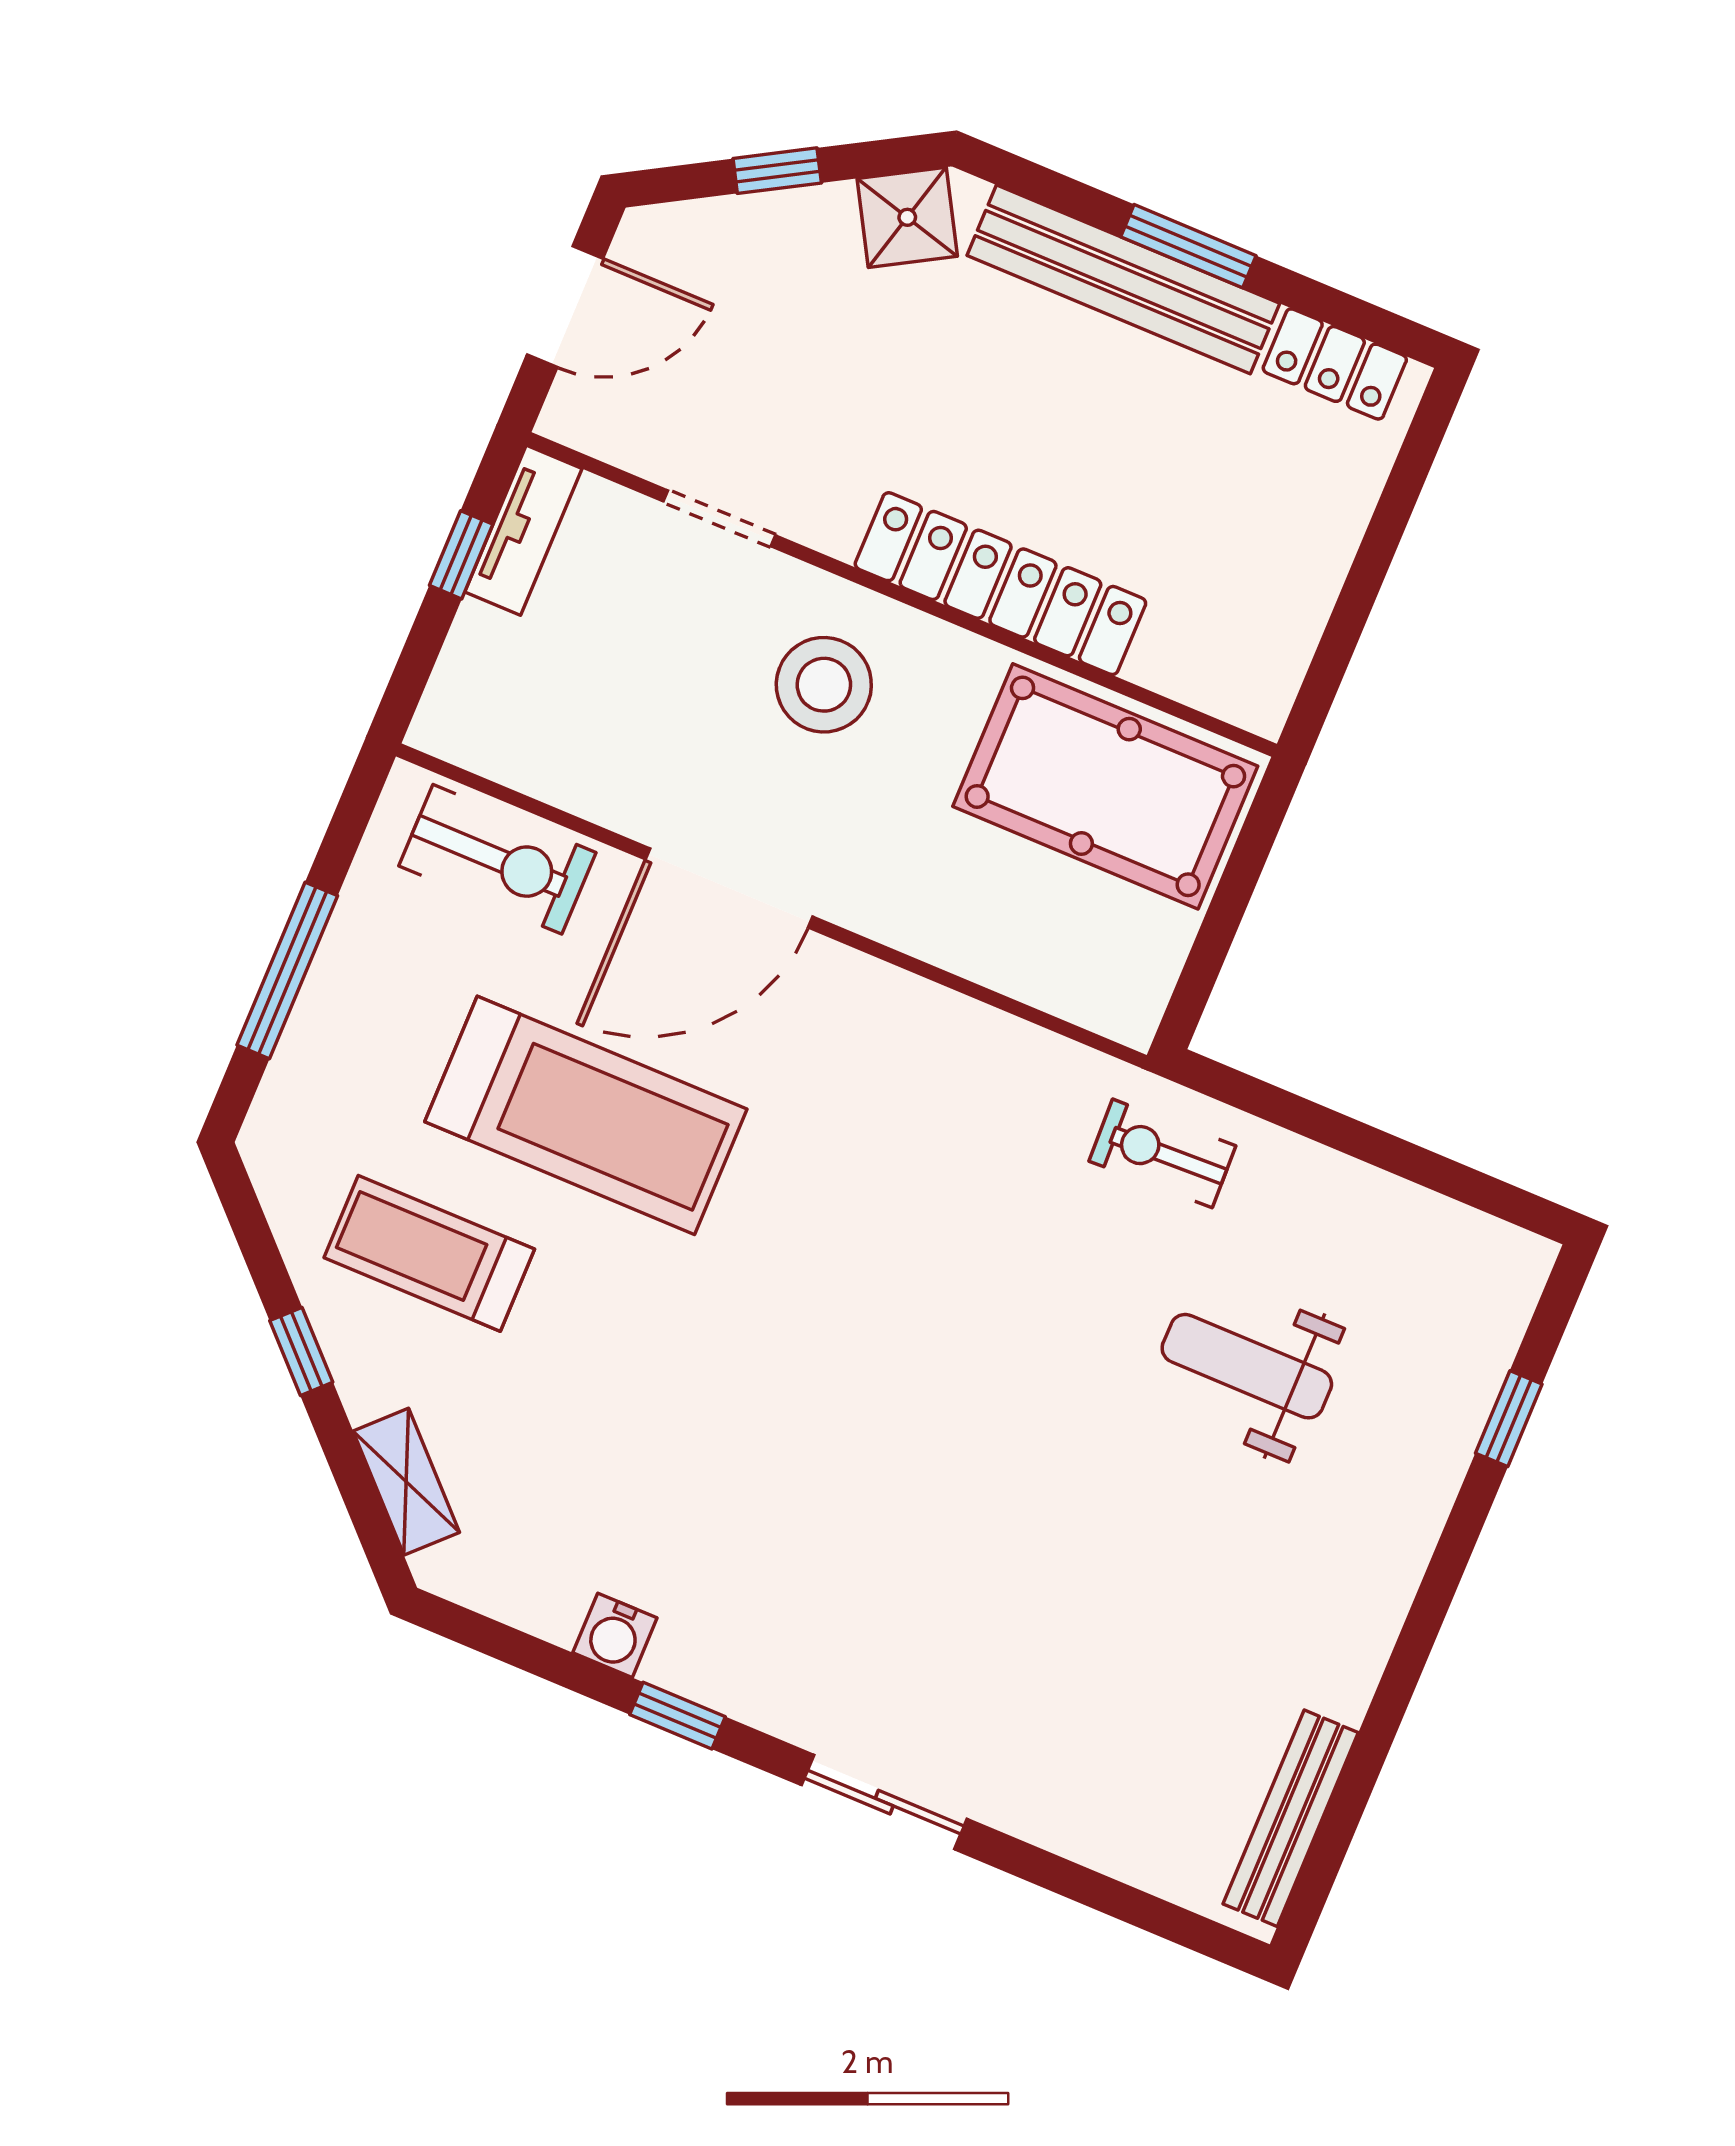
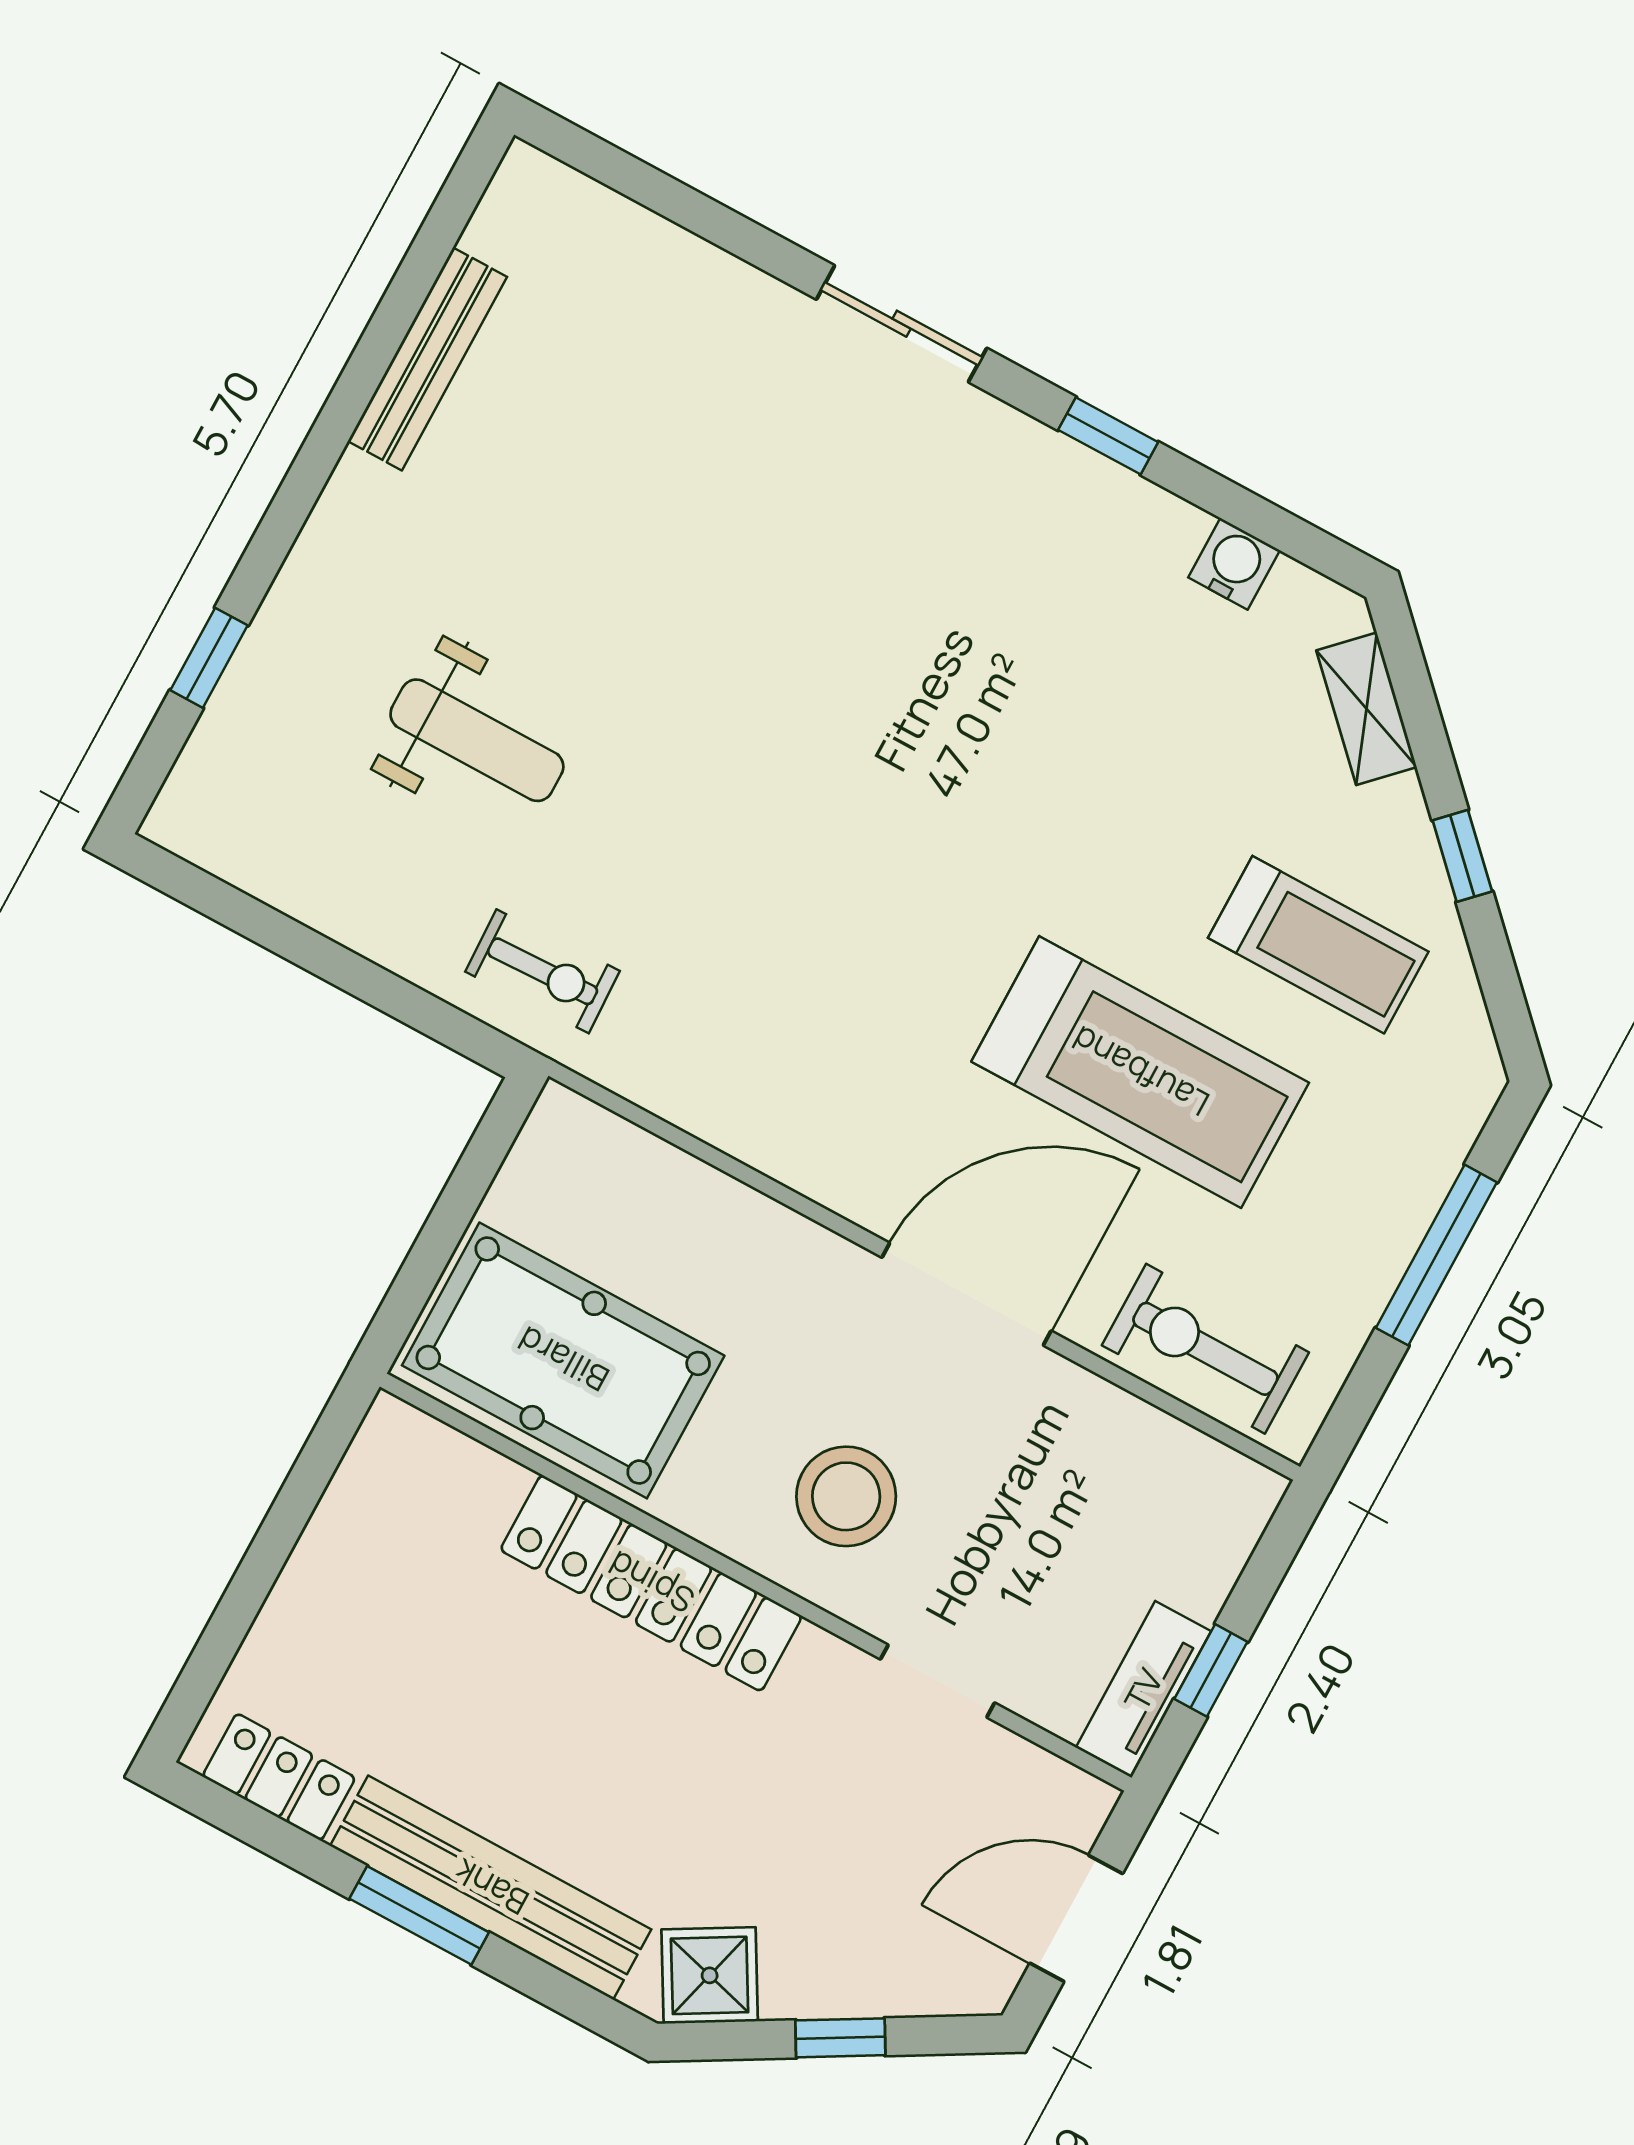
treadmill: (586, 1115) -> (1140, 1072), turned 180
water cooler: (615, 1635) -> (1234, 564), moved
bench: (1291, 1818) -> (427, 359), moved

